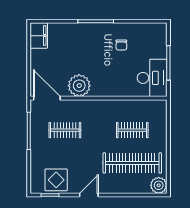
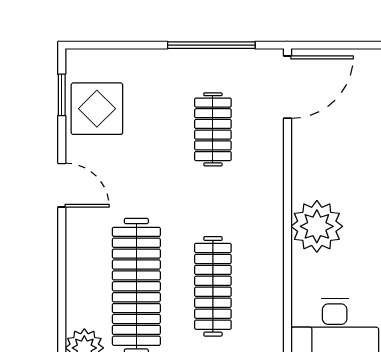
plant: (79, 86) -> (317, 226), moved
clothes rail: (132, 130) -> (213, 286), width x1.36

